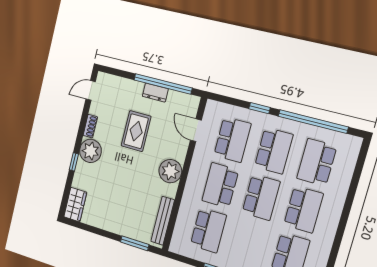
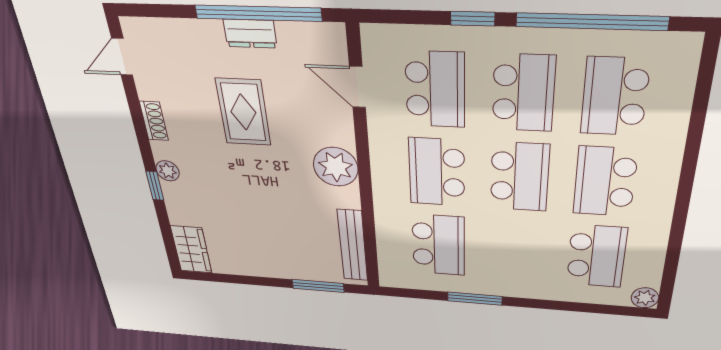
plant: (90, 151) -> (168, 171), width x0.53, depth x0.53
school desk: (303, 209) -> (605, 182), turned 180

